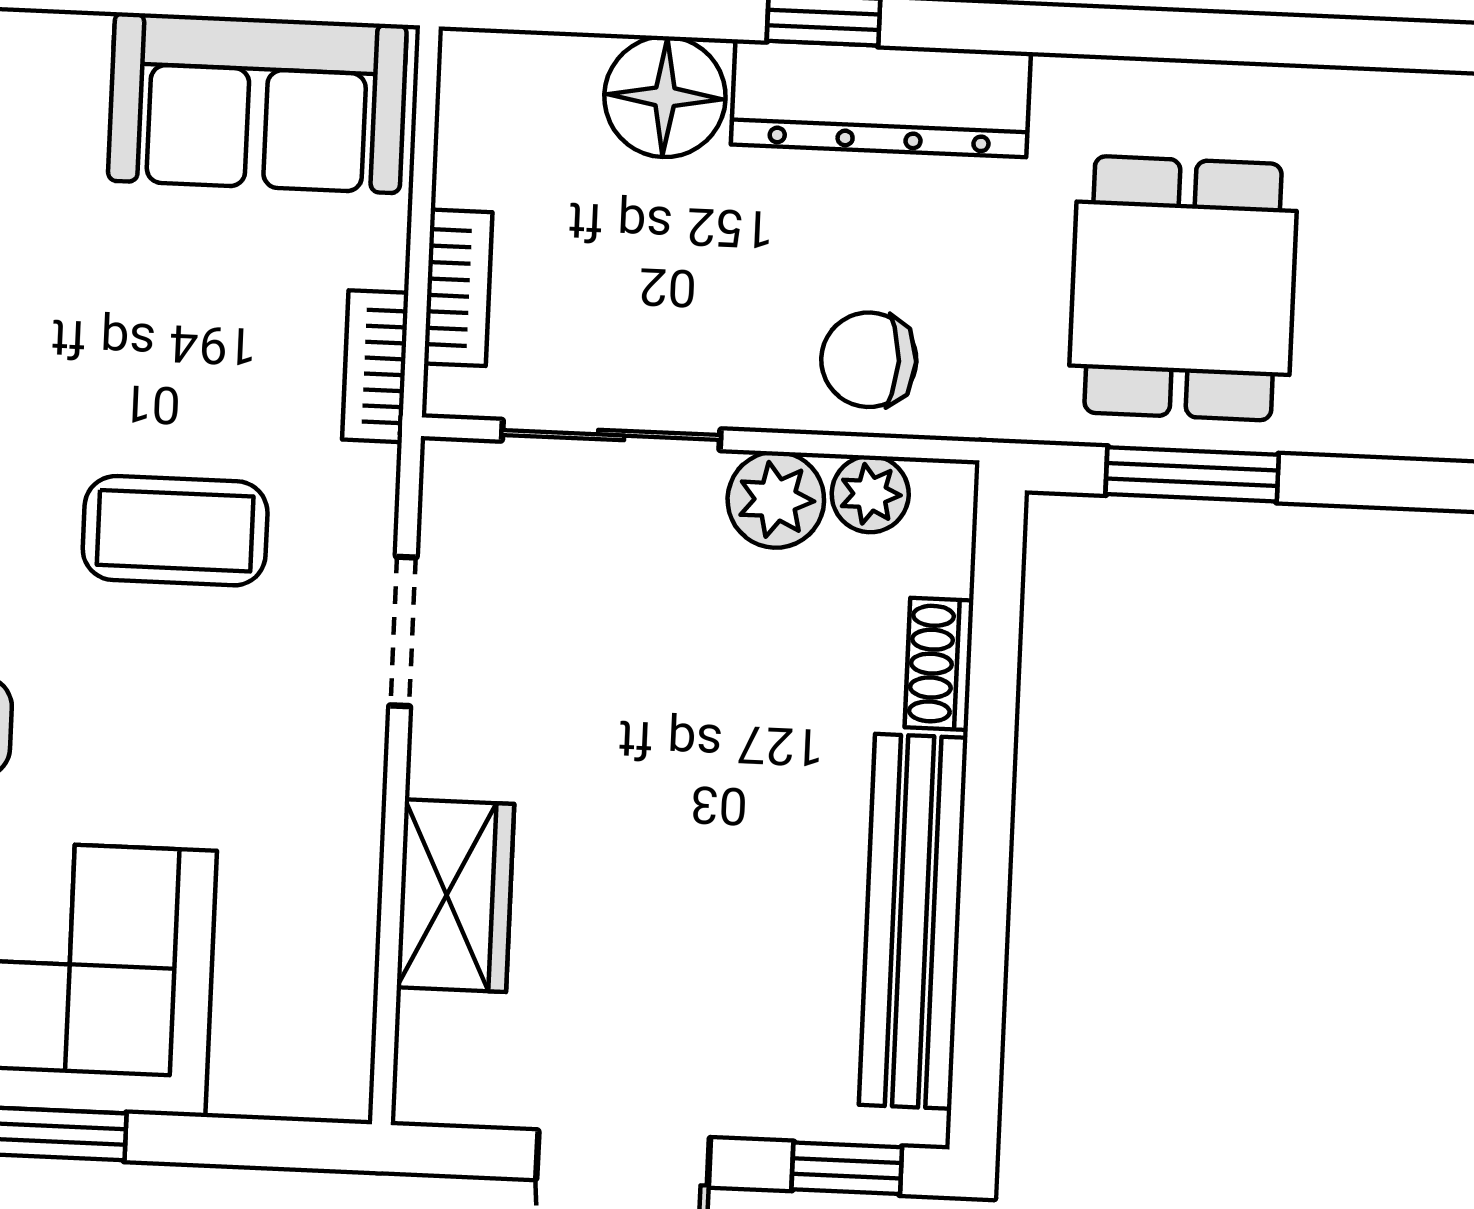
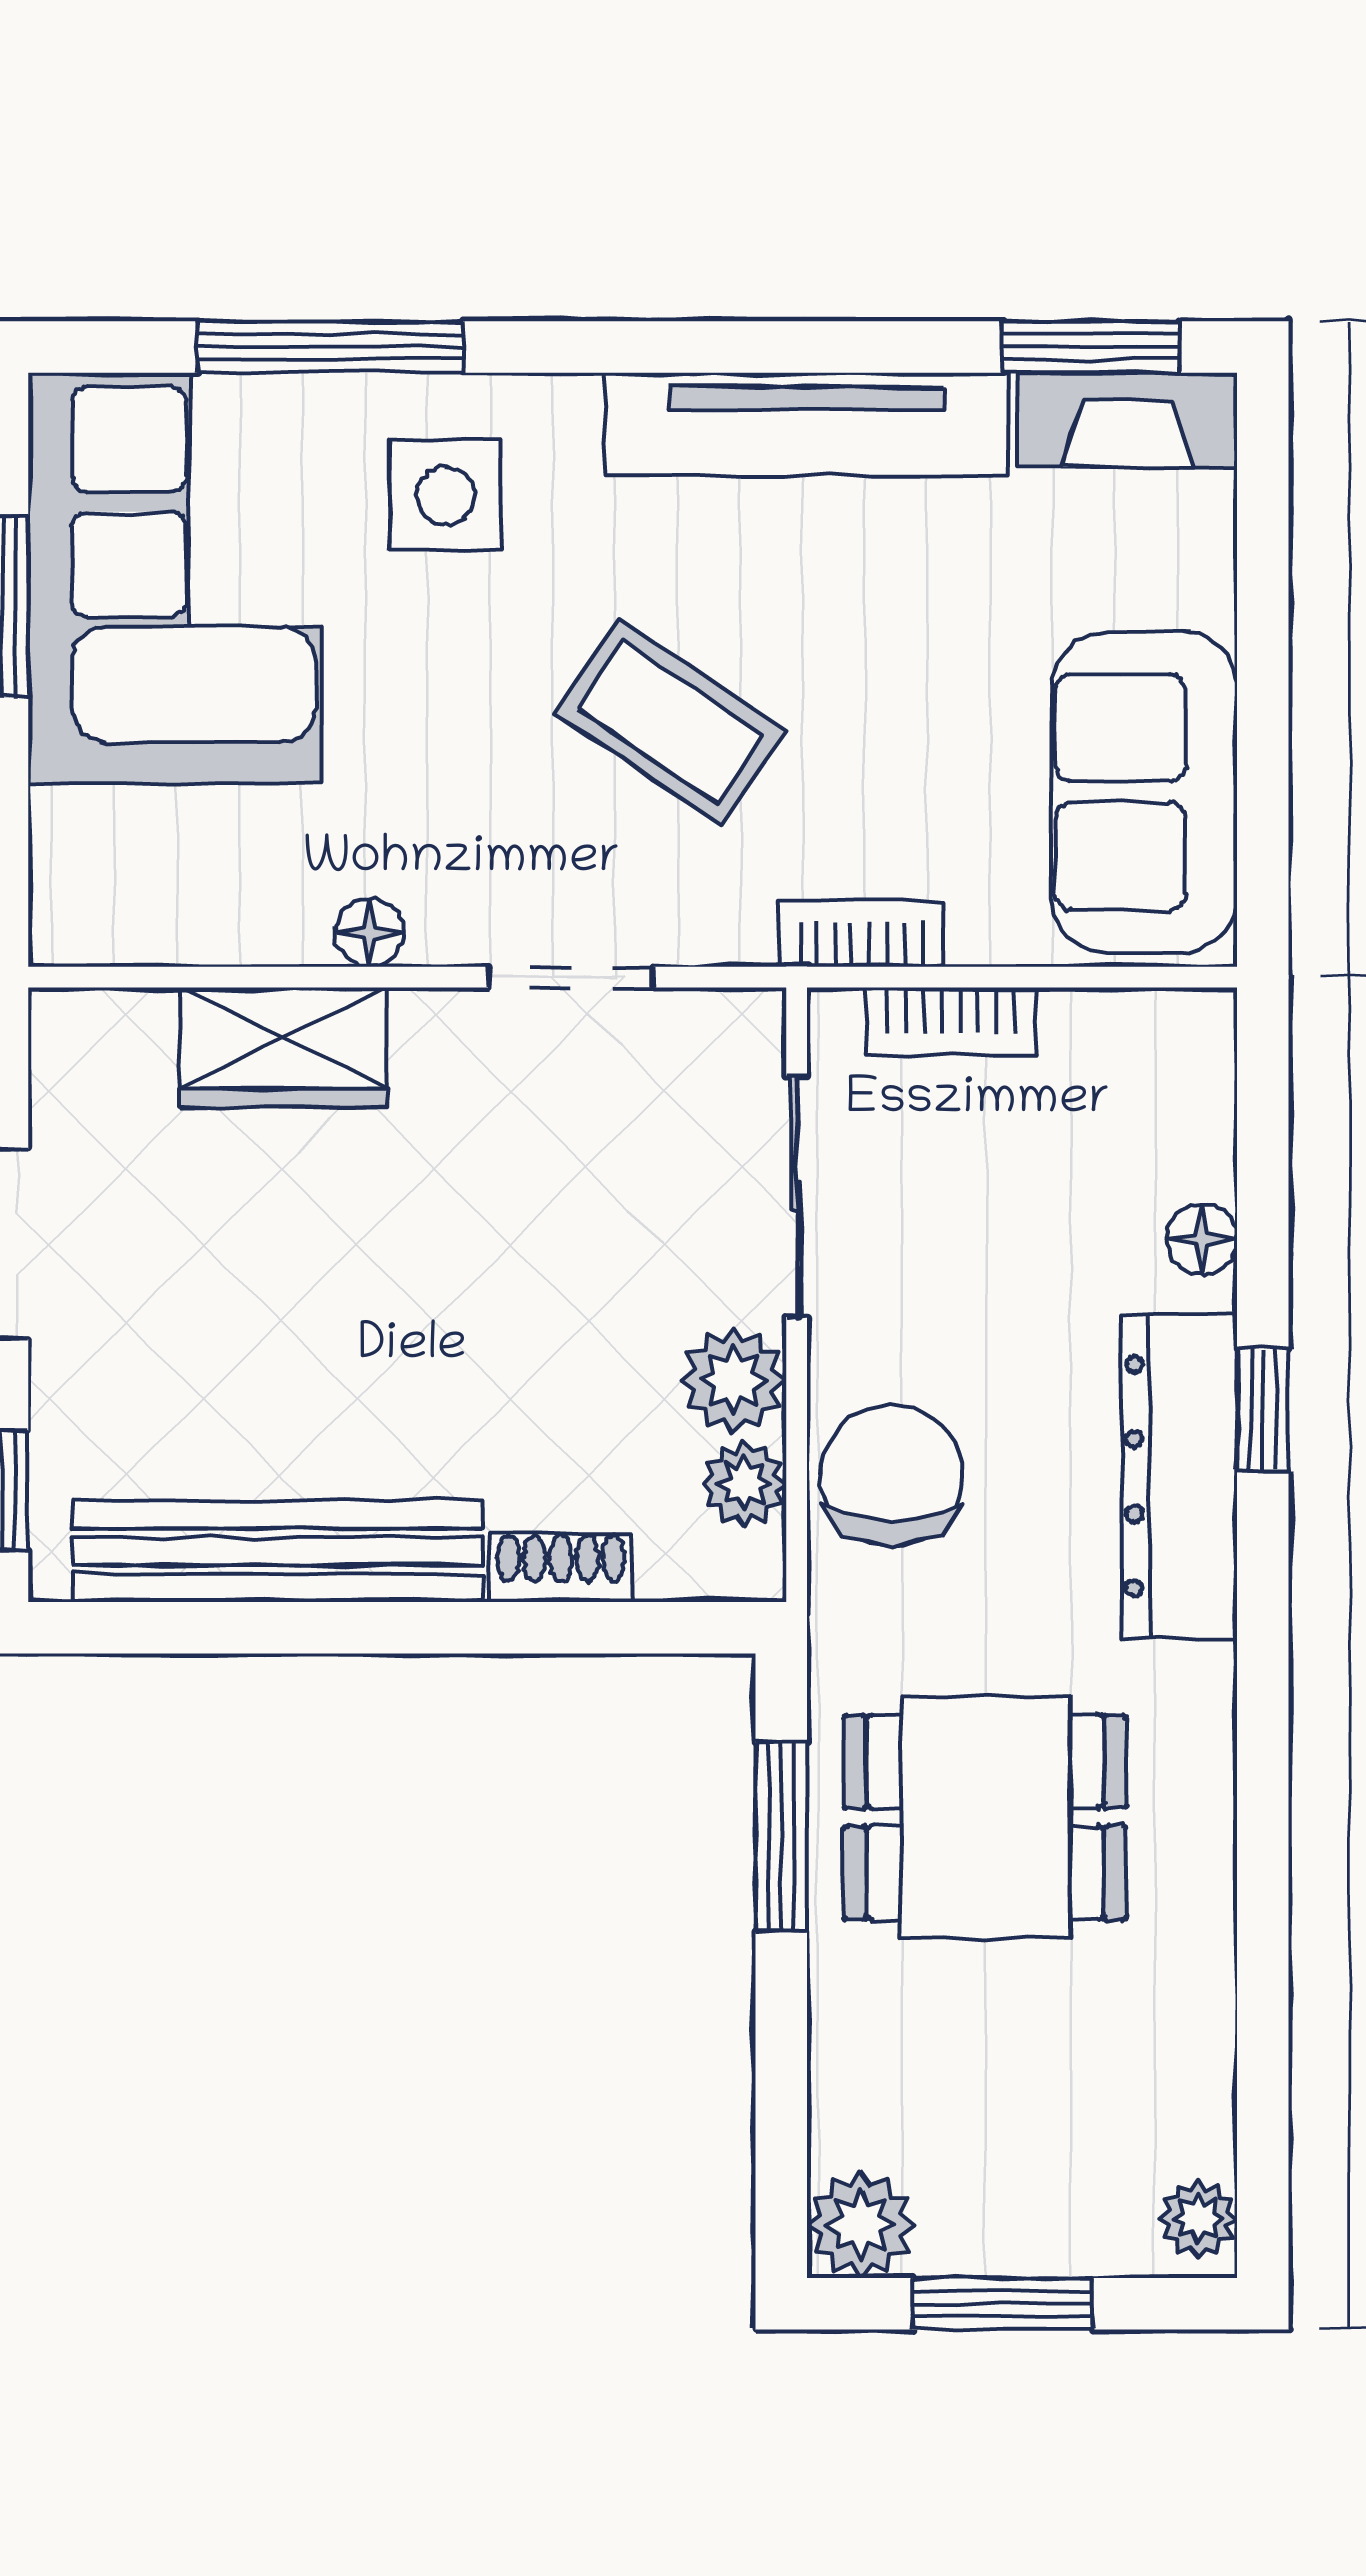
floor lamp: (665, 97) -> (1202, 1239), width x0.53, depth x0.53
chair: (869, 360) -> (892, 1476), width x1.37, depth x1.37
coffee table: (175, 531) -> (671, 722), turned -56
floor lamp: (354, 813) -> (370, 932), added

